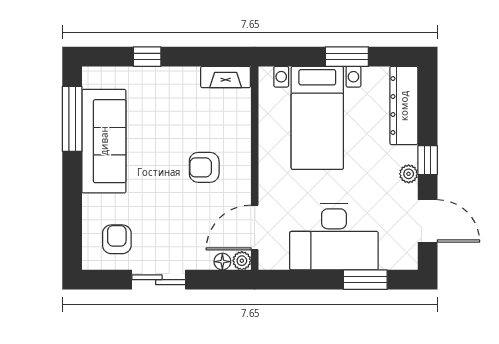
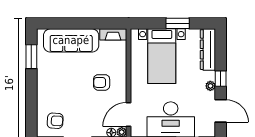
window: (147, 57) -> (71, 23), removed
window: (72, 119) -> (31, 57), width x0.69
sofa: (104, 141) -> (71, 40), moved, turned 90
armchair: (117, 239) -> (55, 121), turned 94

